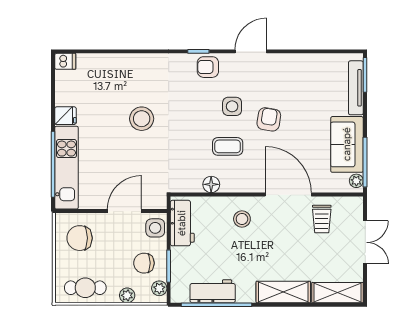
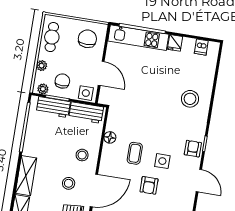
dishwasher: (65, 61) -> (201, 47), moved
stool: (142, 119) -> (190, 99), moved
armchair: (269, 119) -> (149, 185), turned 81
stool: (284, 231) -> (69, 183), added
workbench: (213, 291) -> (53, 107), moved, turned 90

